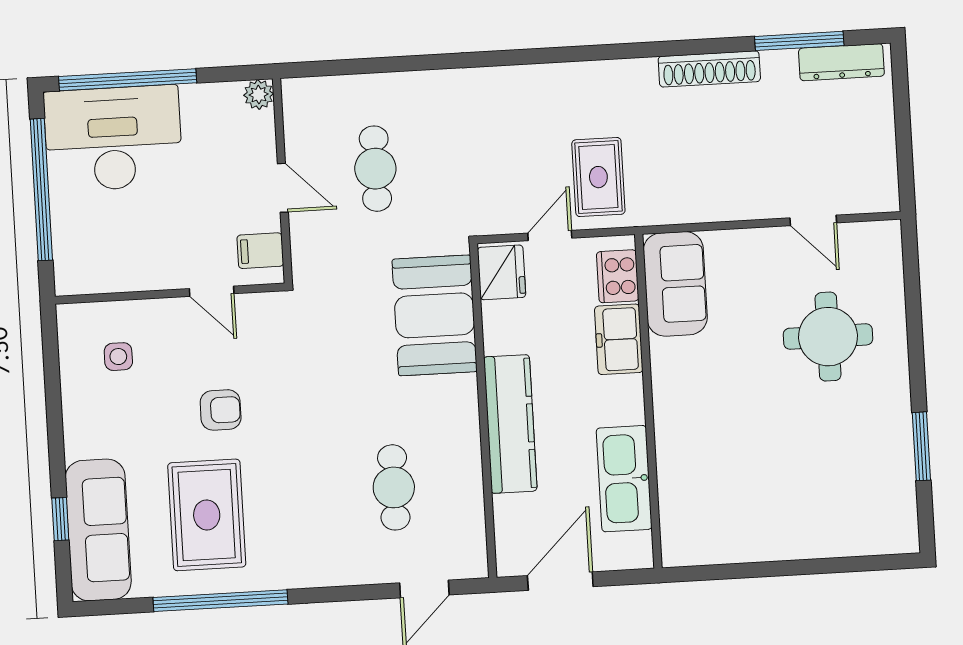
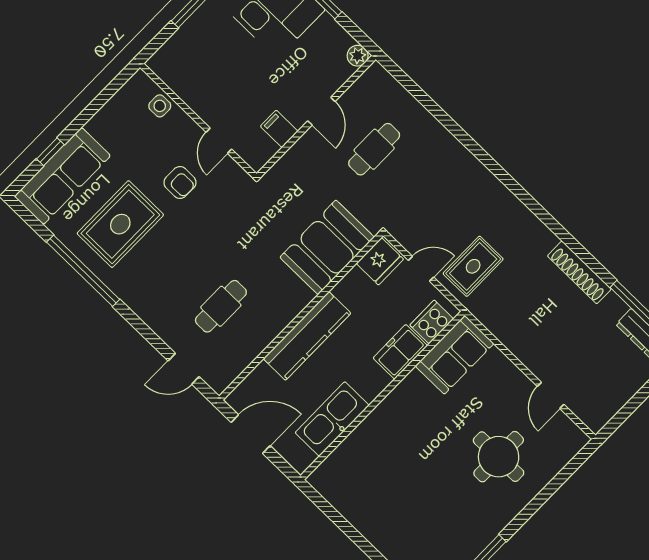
door: (212, 291) -> (219, 141), moved
wall: (170, 294) -> (198, 121), moved

